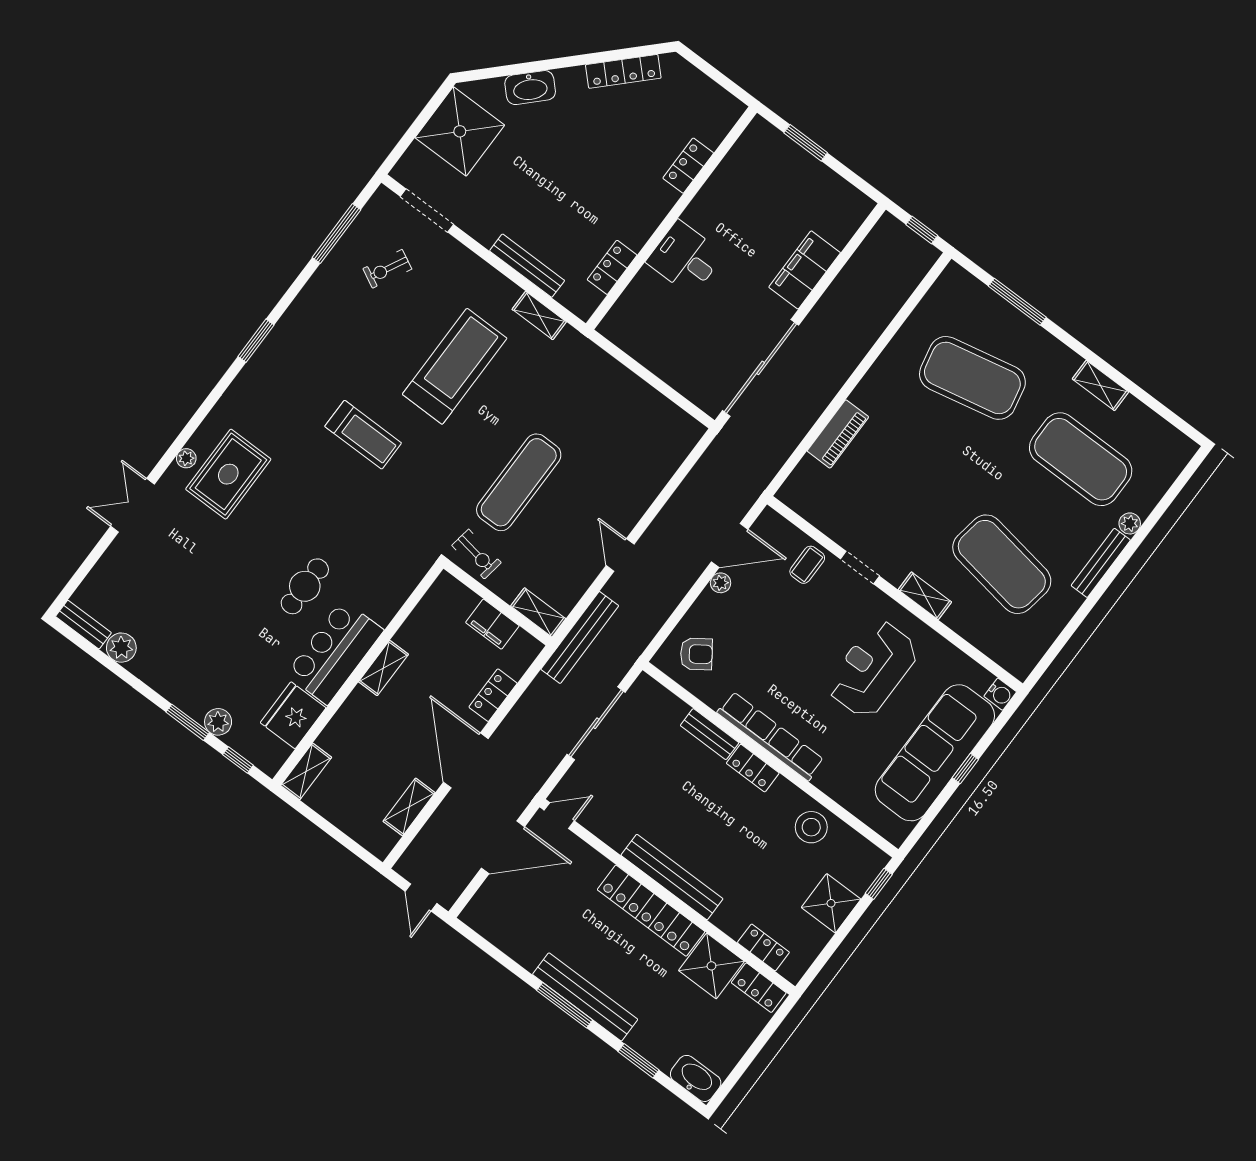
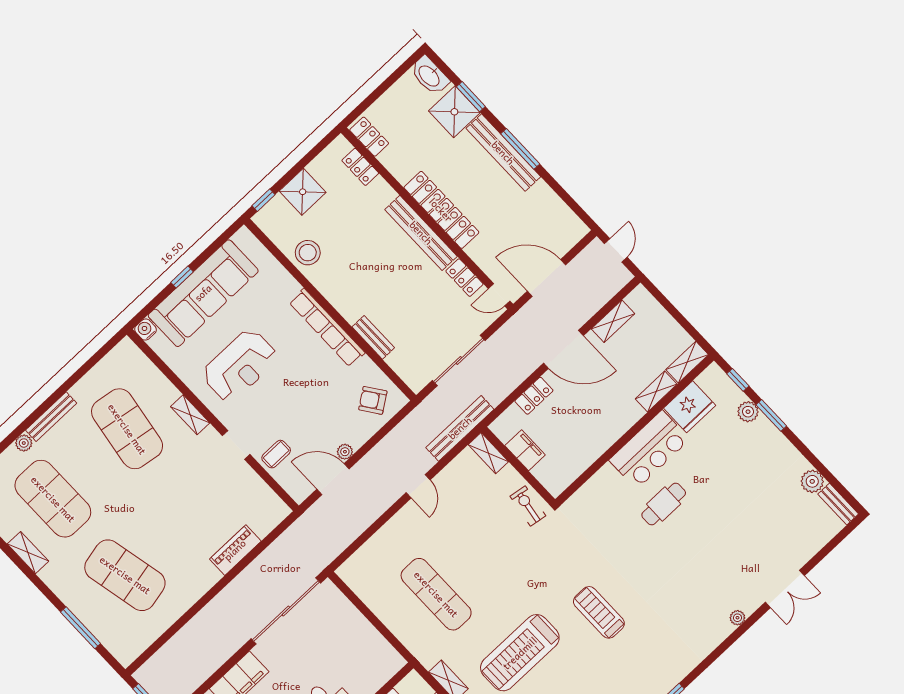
rug: (228, 474) -> (707, 600), removed
exercise mat: (519, 482) -> (436, 594), moved, turned 90
shelving: (383, 668) -> (656, 392), moved
door: (466, 760) -> (563, 349), hinge flipped
locker: (753, 768) -> (464, 278), moved, turned 180
shower: (711, 966) -> (454, 112), moved

